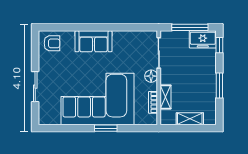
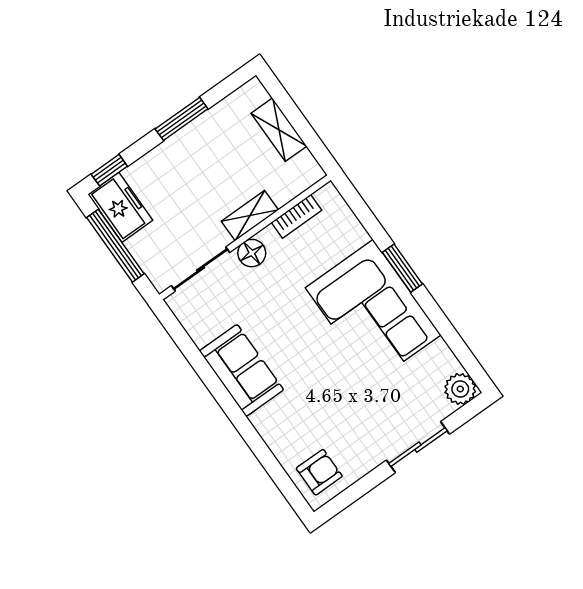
sofa: (94, 41) -> (242, 370), moved
armchair: (52, 43) -> (319, 472), turned 90
shelving: (166, 97) -> (250, 216), moved
corner sofa: (97, 99) -> (373, 311), width x0.73, depth x0.74
plant: (46, 118) -> (460, 389), added

